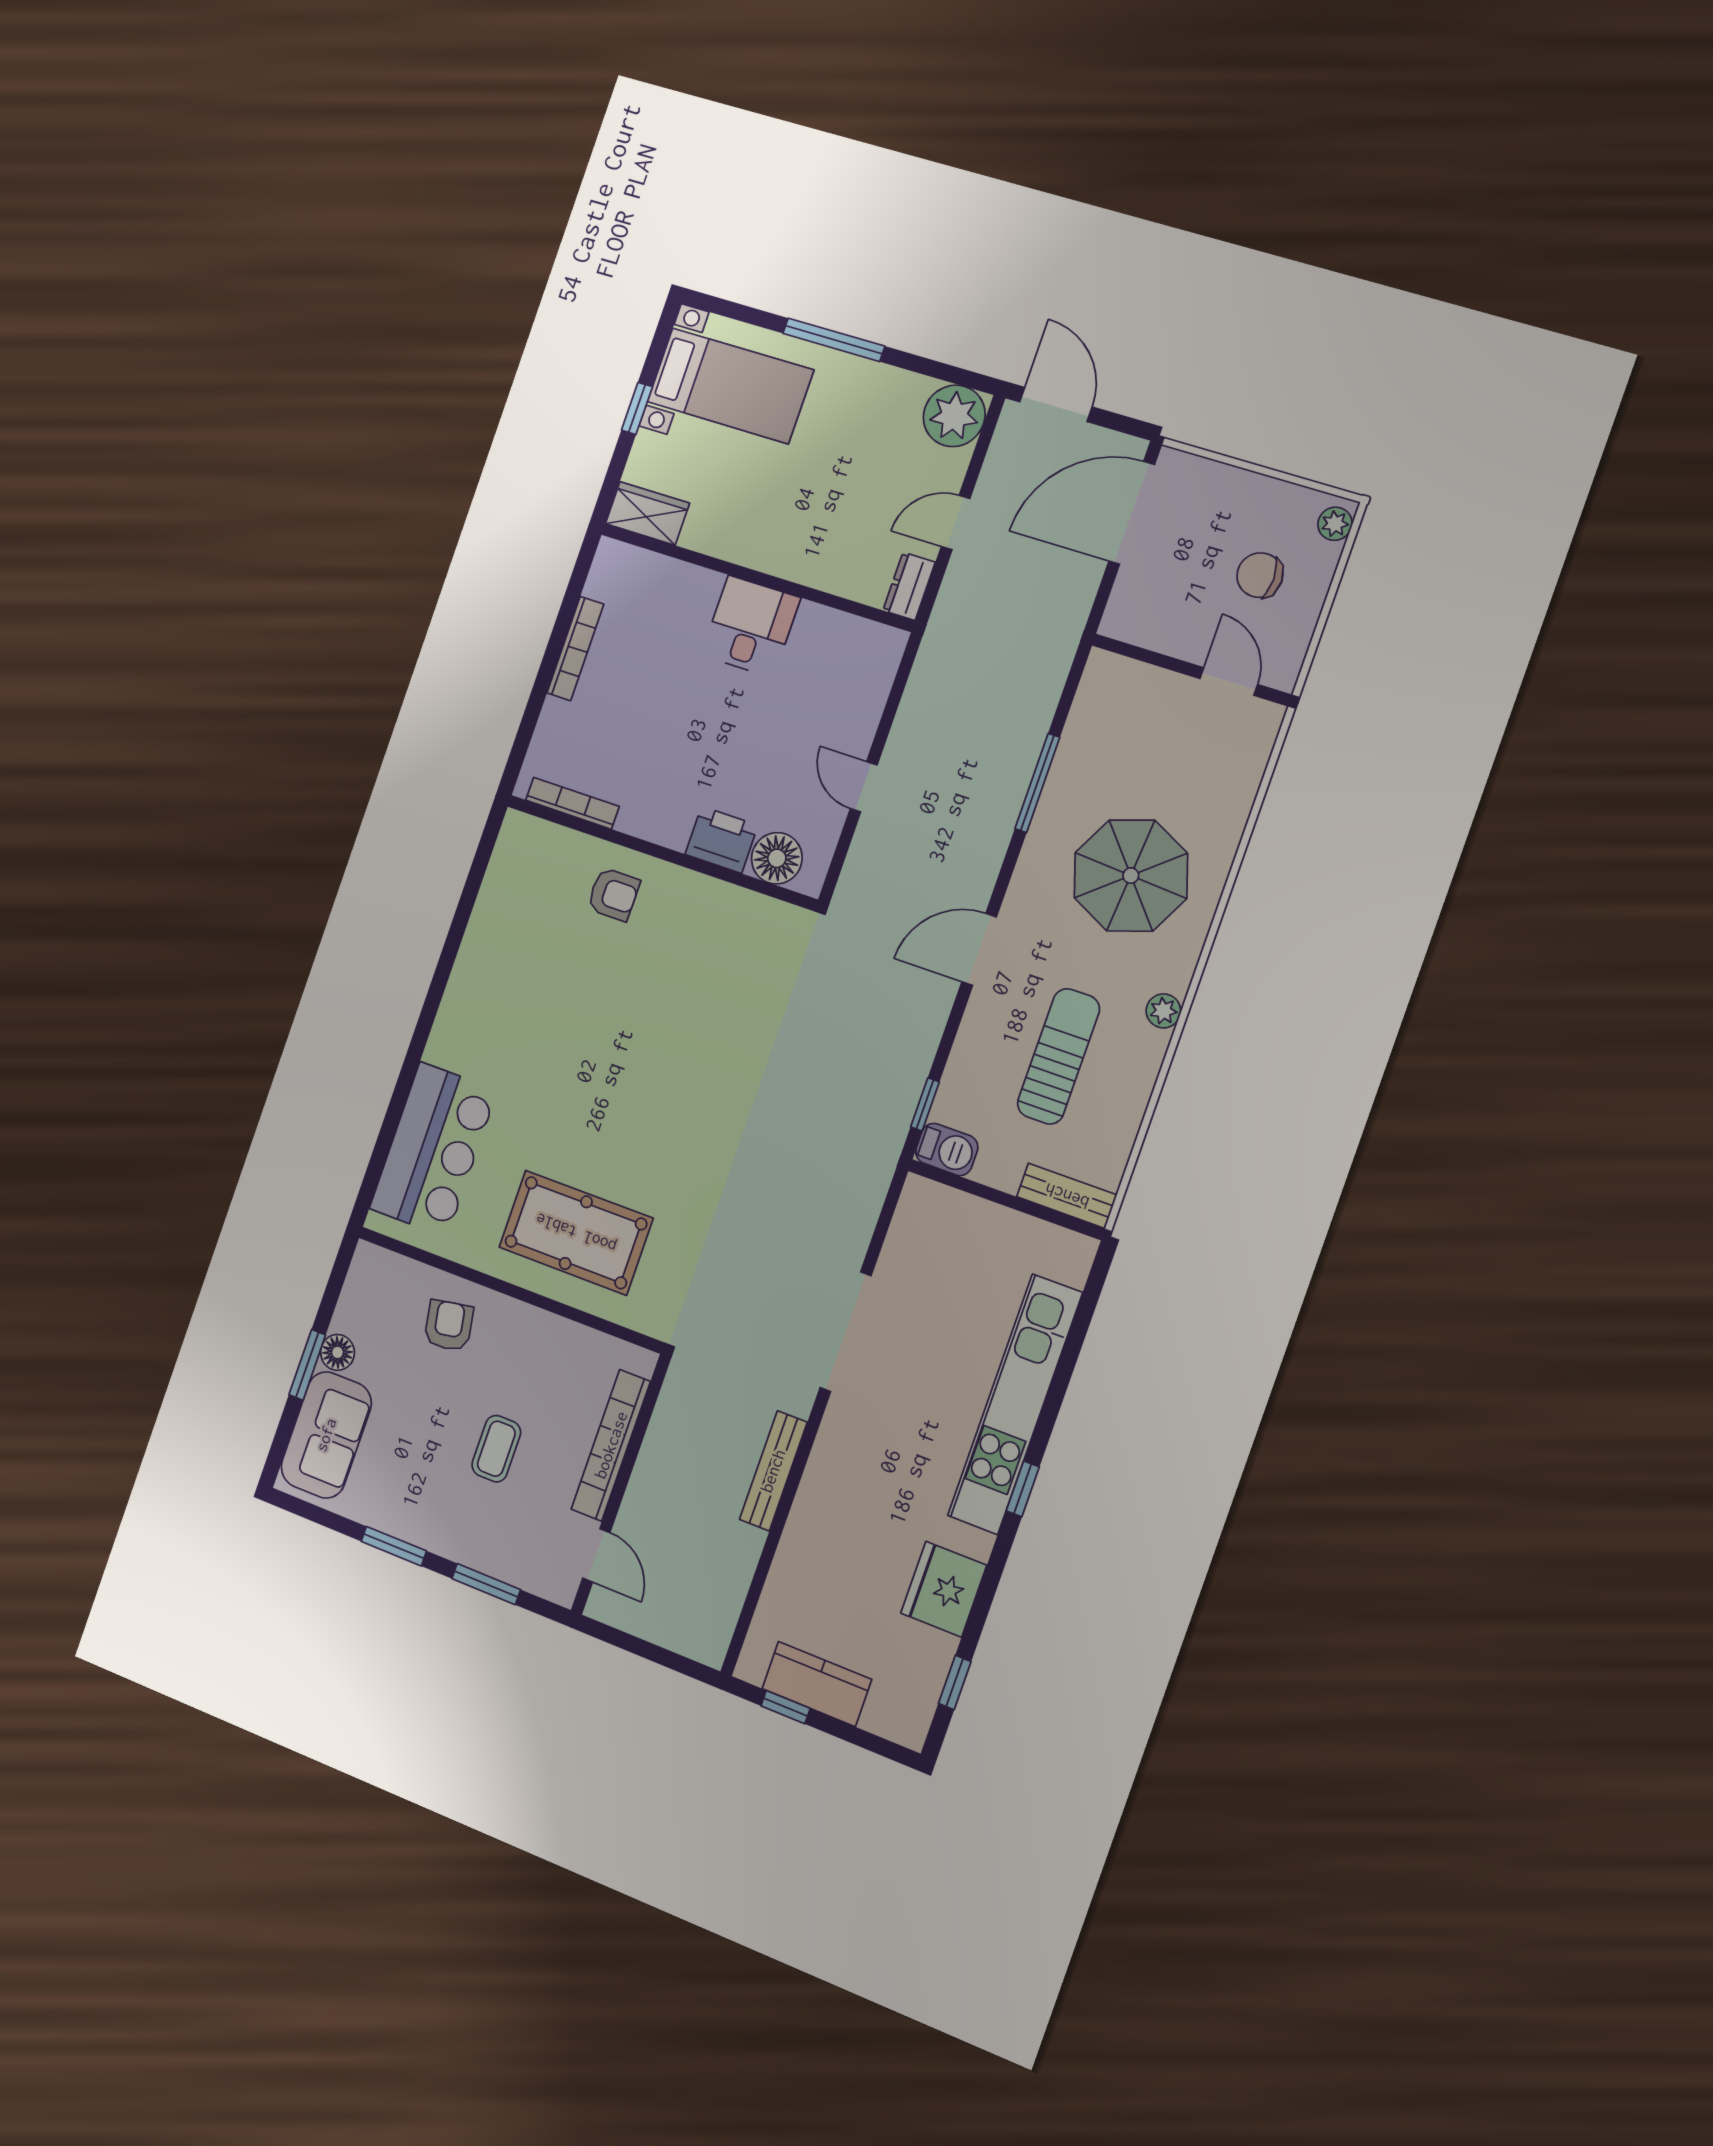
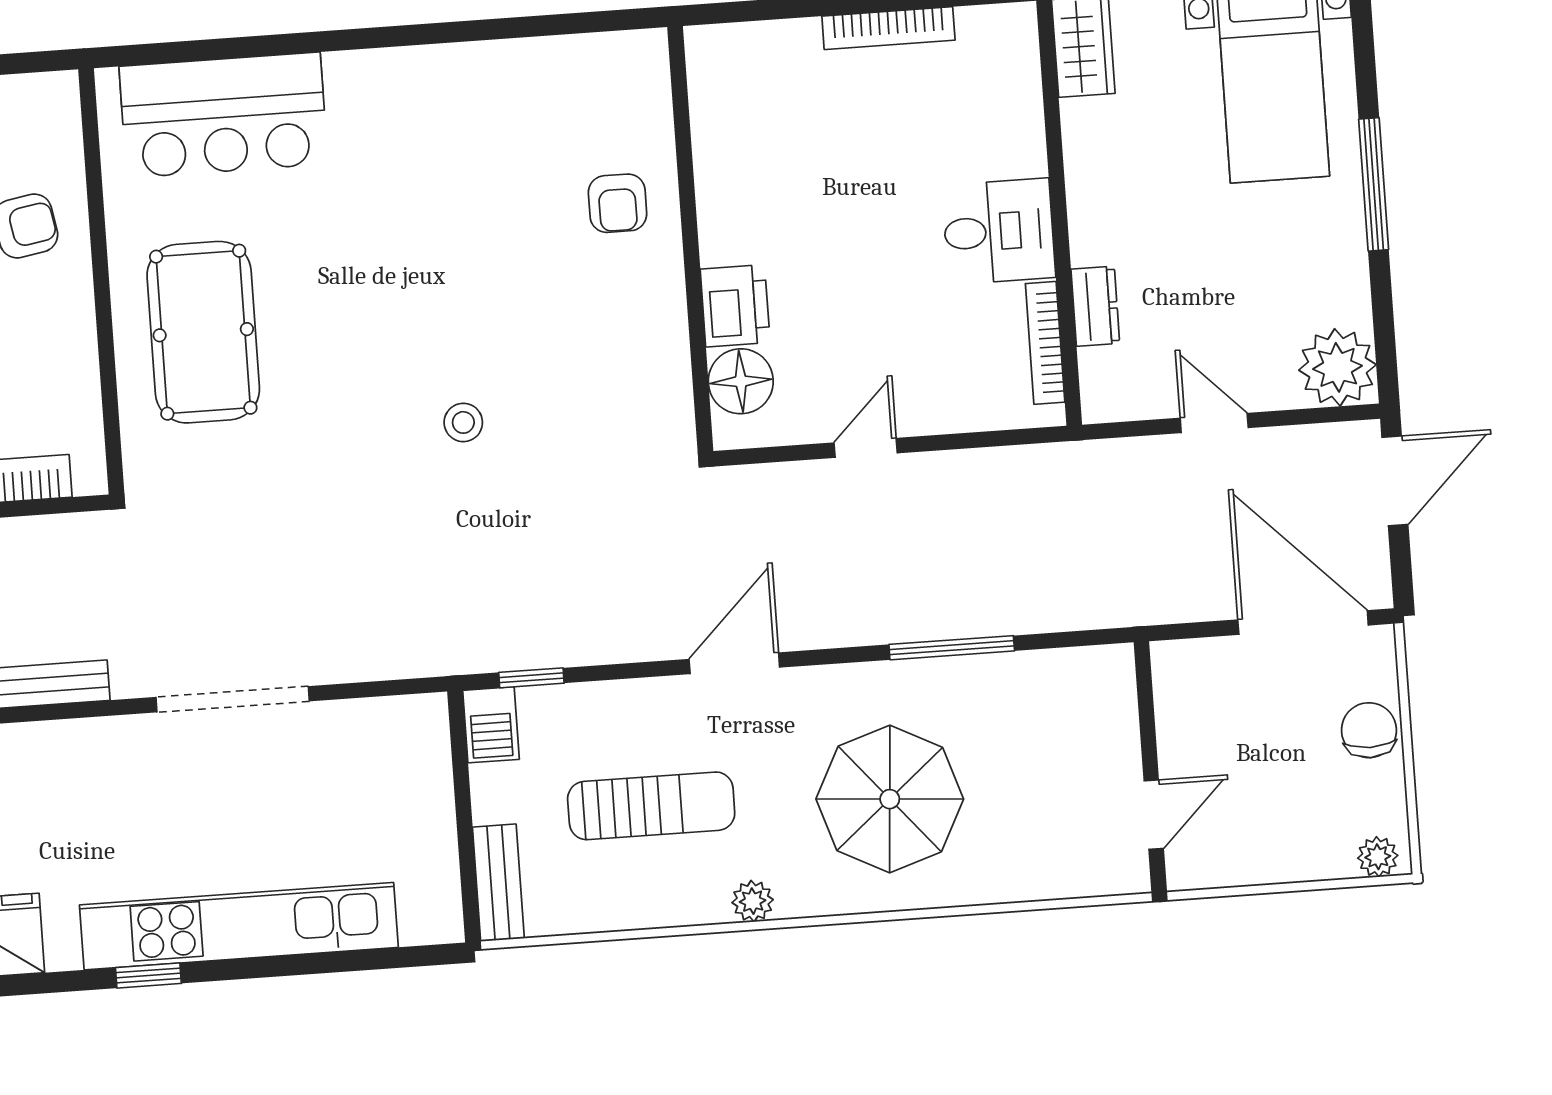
chair: (1260, 575) -> (1369, 730), moved
dresser: (909, 586) -> (1095, 306), moved, turned 90
bookcase: (572, 803) -> (1045, 343), moved, turned 180
door: (979, 949) -> (734, 663), hinge flipped
stool: (720, 1073) -> (463, 422), added

